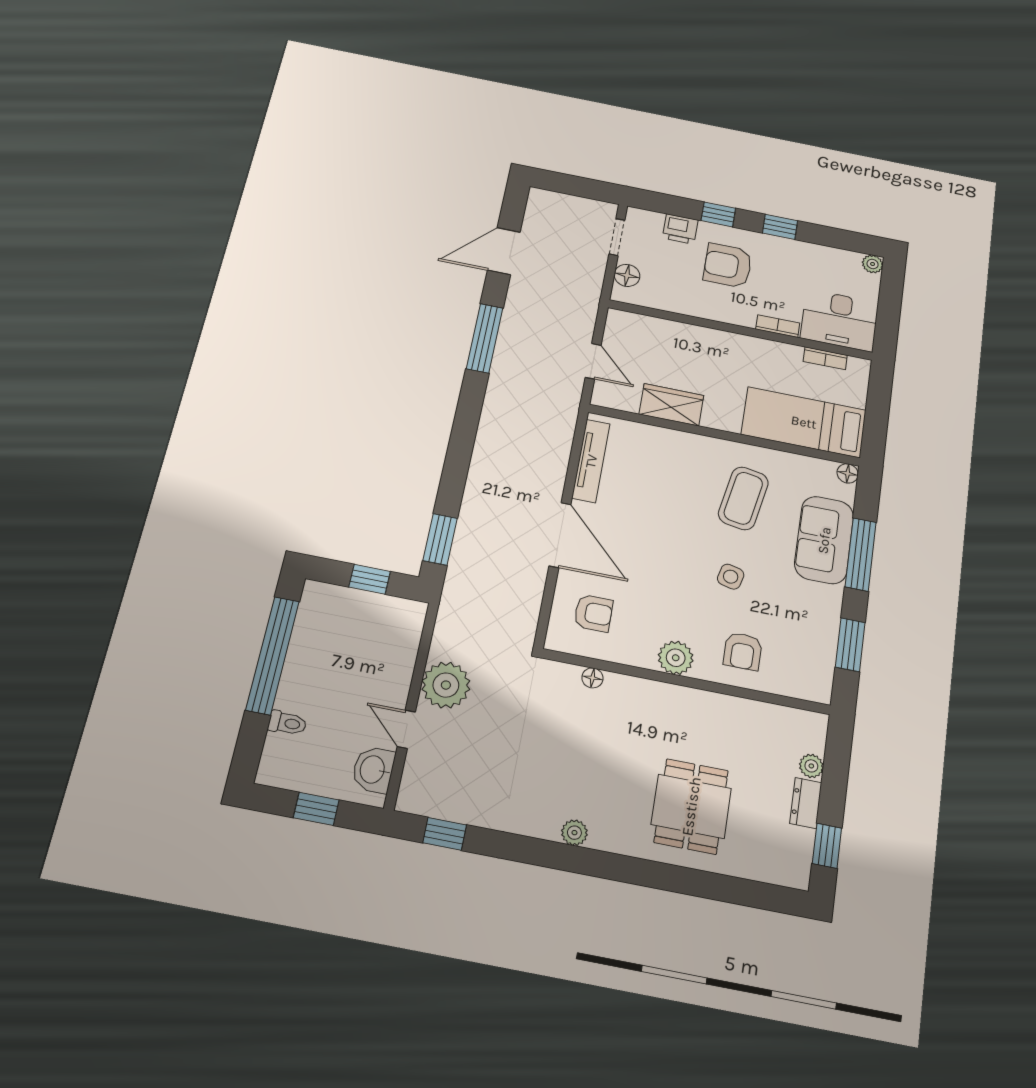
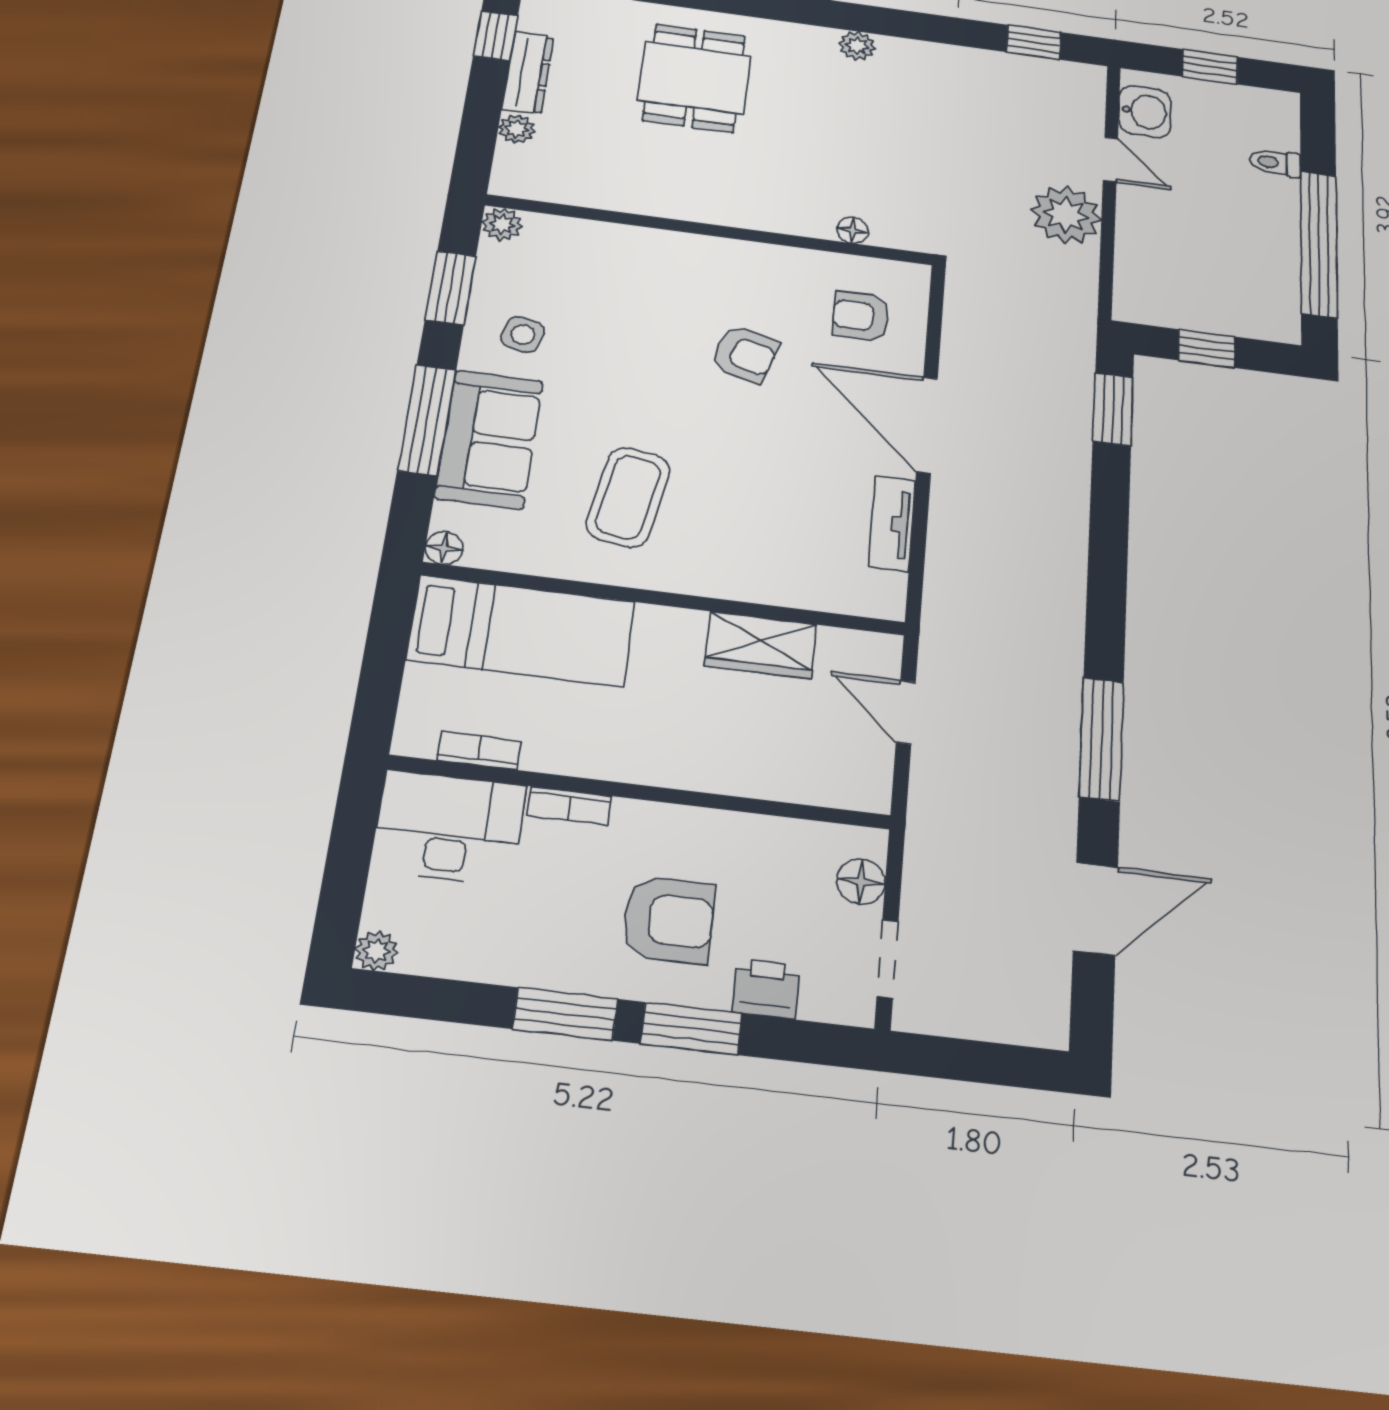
window: (718, 214) -> (691, 1029), width x1.50
window: (780, 227) -> (565, 1014), width x1.50
tv unit: (591, 461) -> (892, 524), width x0.71
side table: (731, 577) -> (523, 334), moved
armchair: (743, 651) -> (745, 354), moved, turned 106
plant: (676, 658) -> (502, 224), moved, width x0.73, depth x0.73
dresser: (806, 803) -> (528, 73), width x1.44

